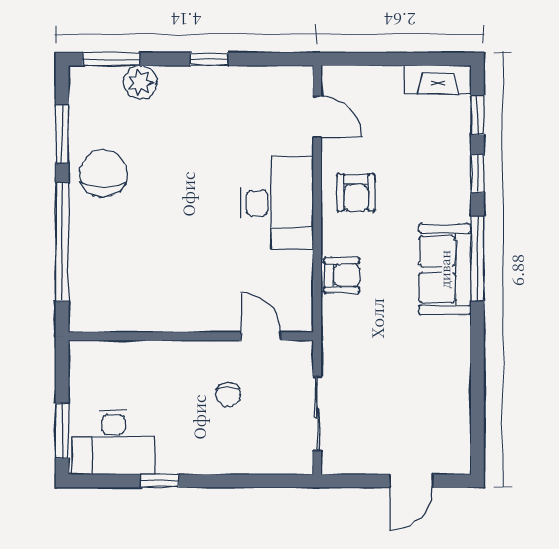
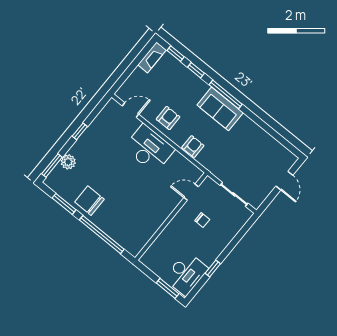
armchair: (356, 193) -> (168, 118), turned -90

